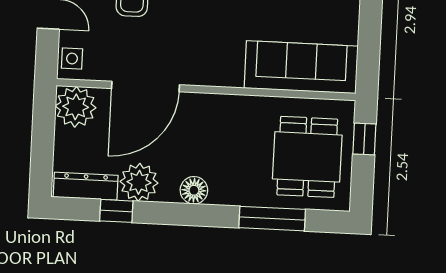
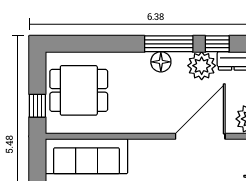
dining table: (307, 157) -> (79, 90), turned 90
window: (272, 219) -> (169, 44), moved

